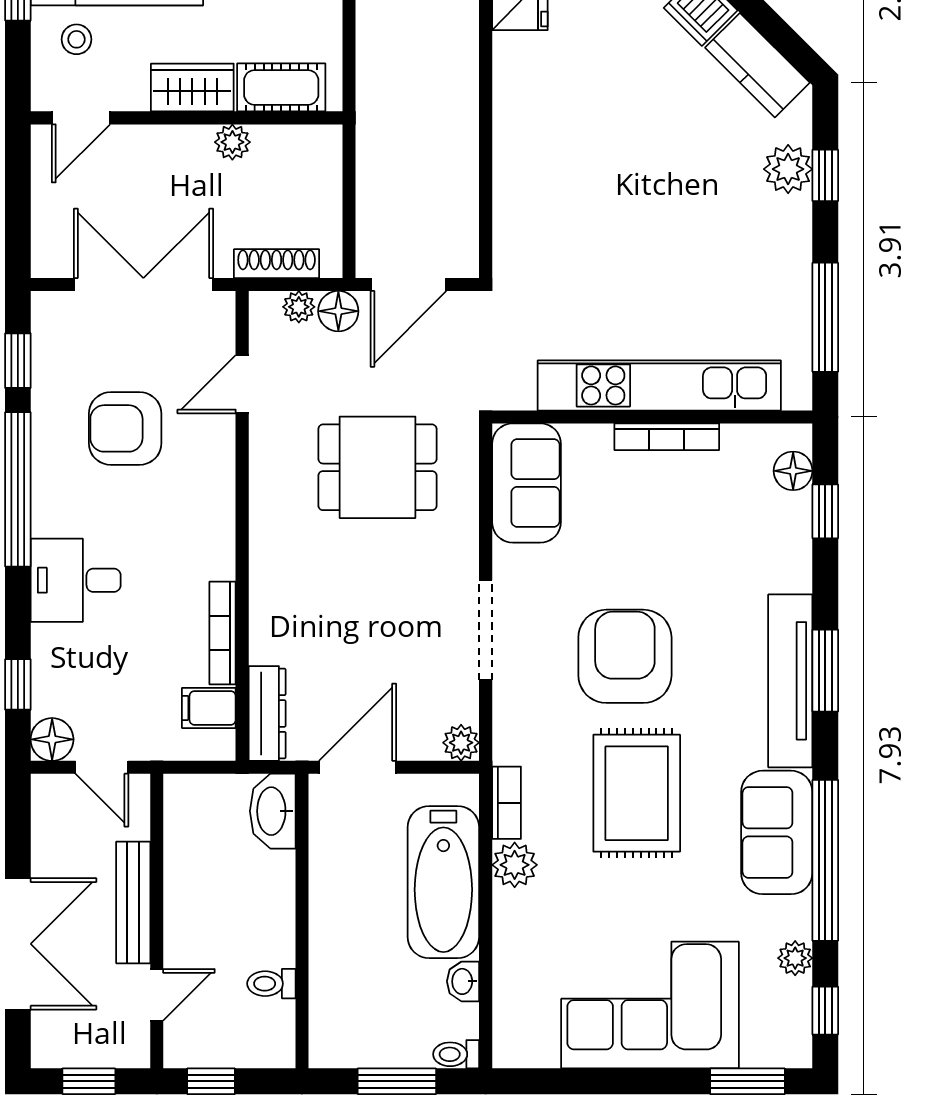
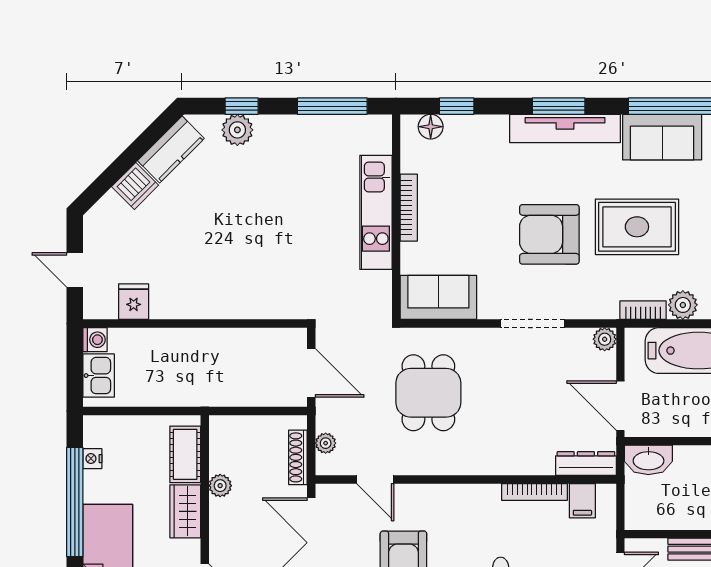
floor lamp: (338, 311) -> (328, 418), removed
kitchen unit: (659, 385) -> (376, 212), width x0.73

